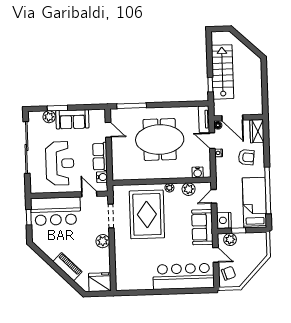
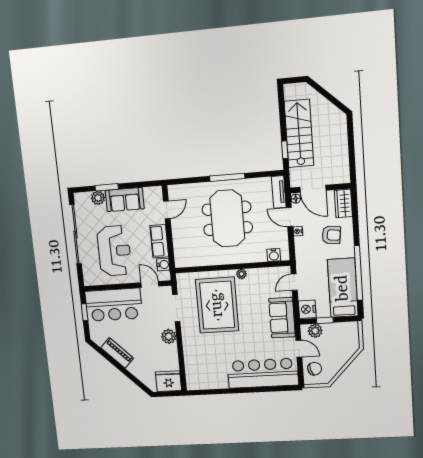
window: (132, 106) -> (227, 177), moved
door: (108, 130) -> (167, 210), hinge flipped
meeting table: (160, 139) -> (227, 218), turned 90
plant: (189, 189) -> (264, 275), removed
piano: (68, 267) -> (117, 353), moved

